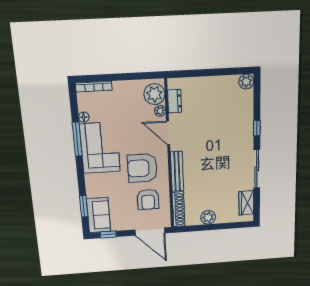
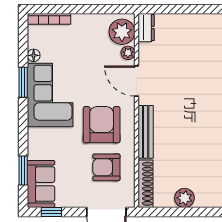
dresser: (174, 101) -> (146, 28), moved
window: (77, 139) -> (23, 82), width x0.69
armchair: (142, 168) -> (102, 125), turned 90
armchair: (148, 199) -> (106, 167), turned 90

